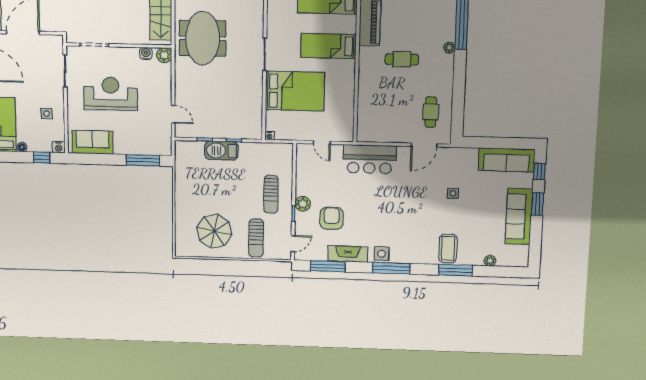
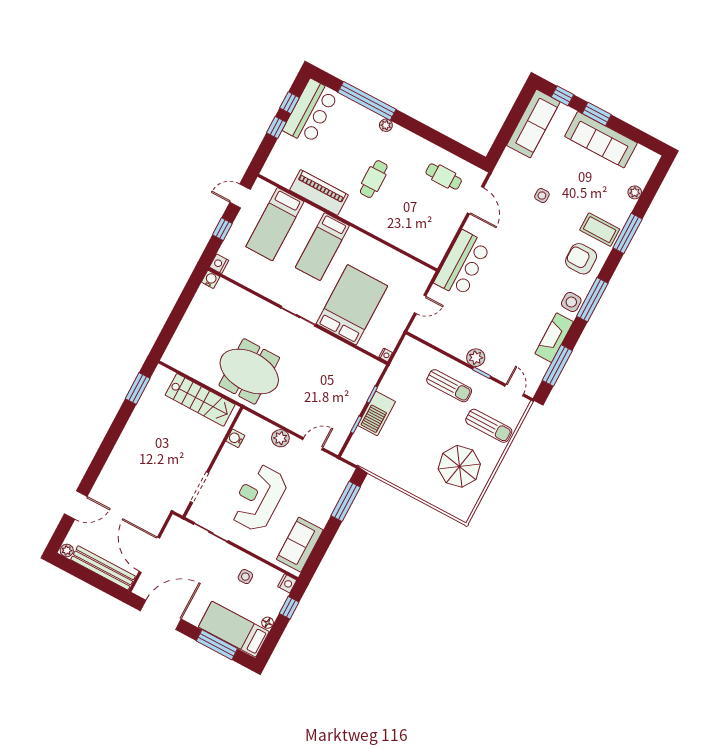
plant: (164, 55) -> (280, 438), moved
armchair: (332, 218) -> (581, 259), moved

